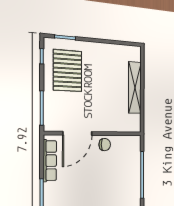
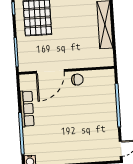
row of seats: (50, 161) -> (27, 109), moved

